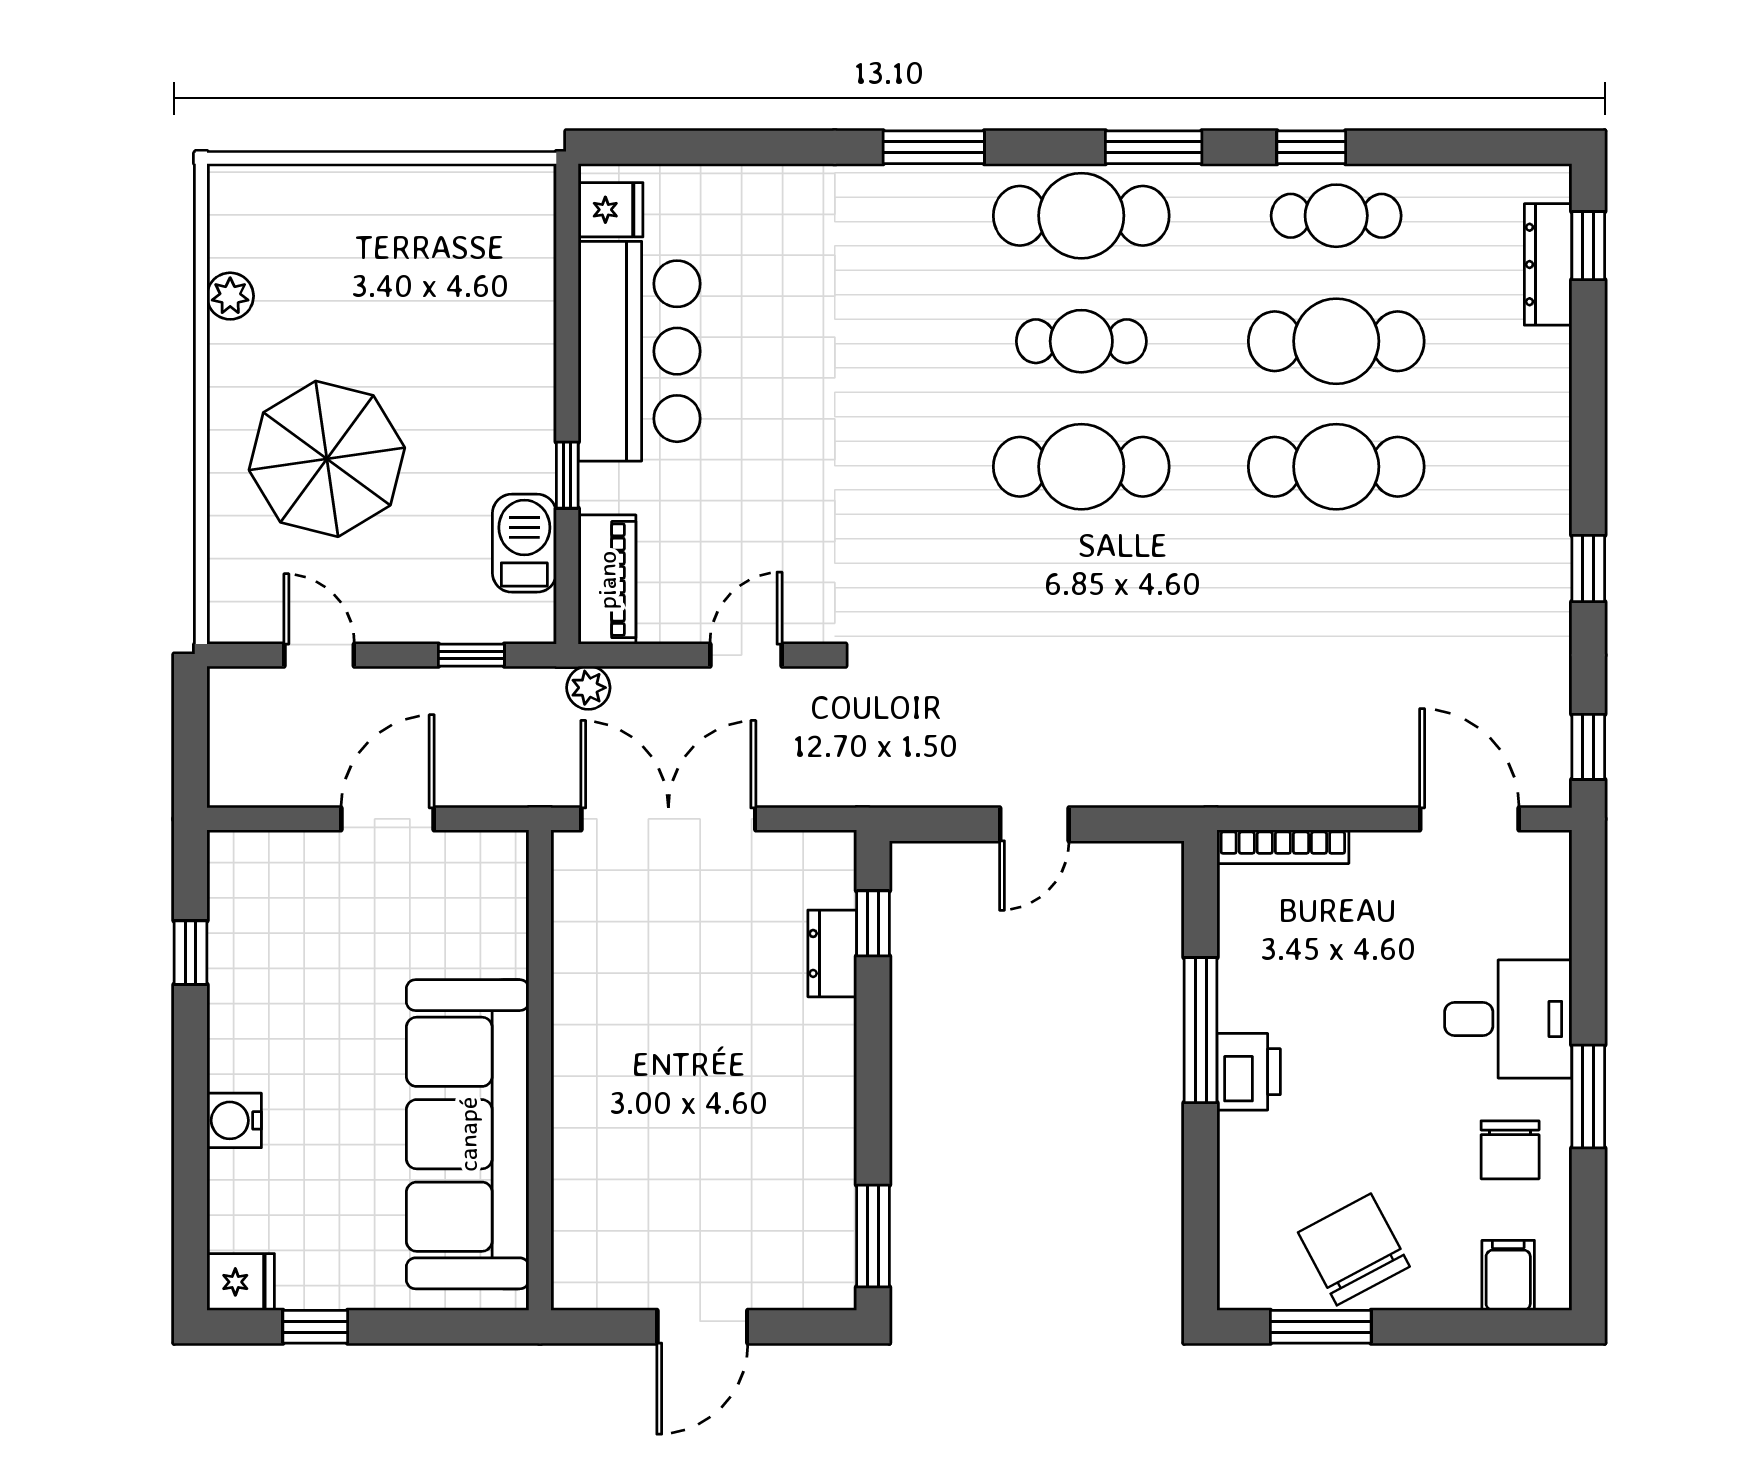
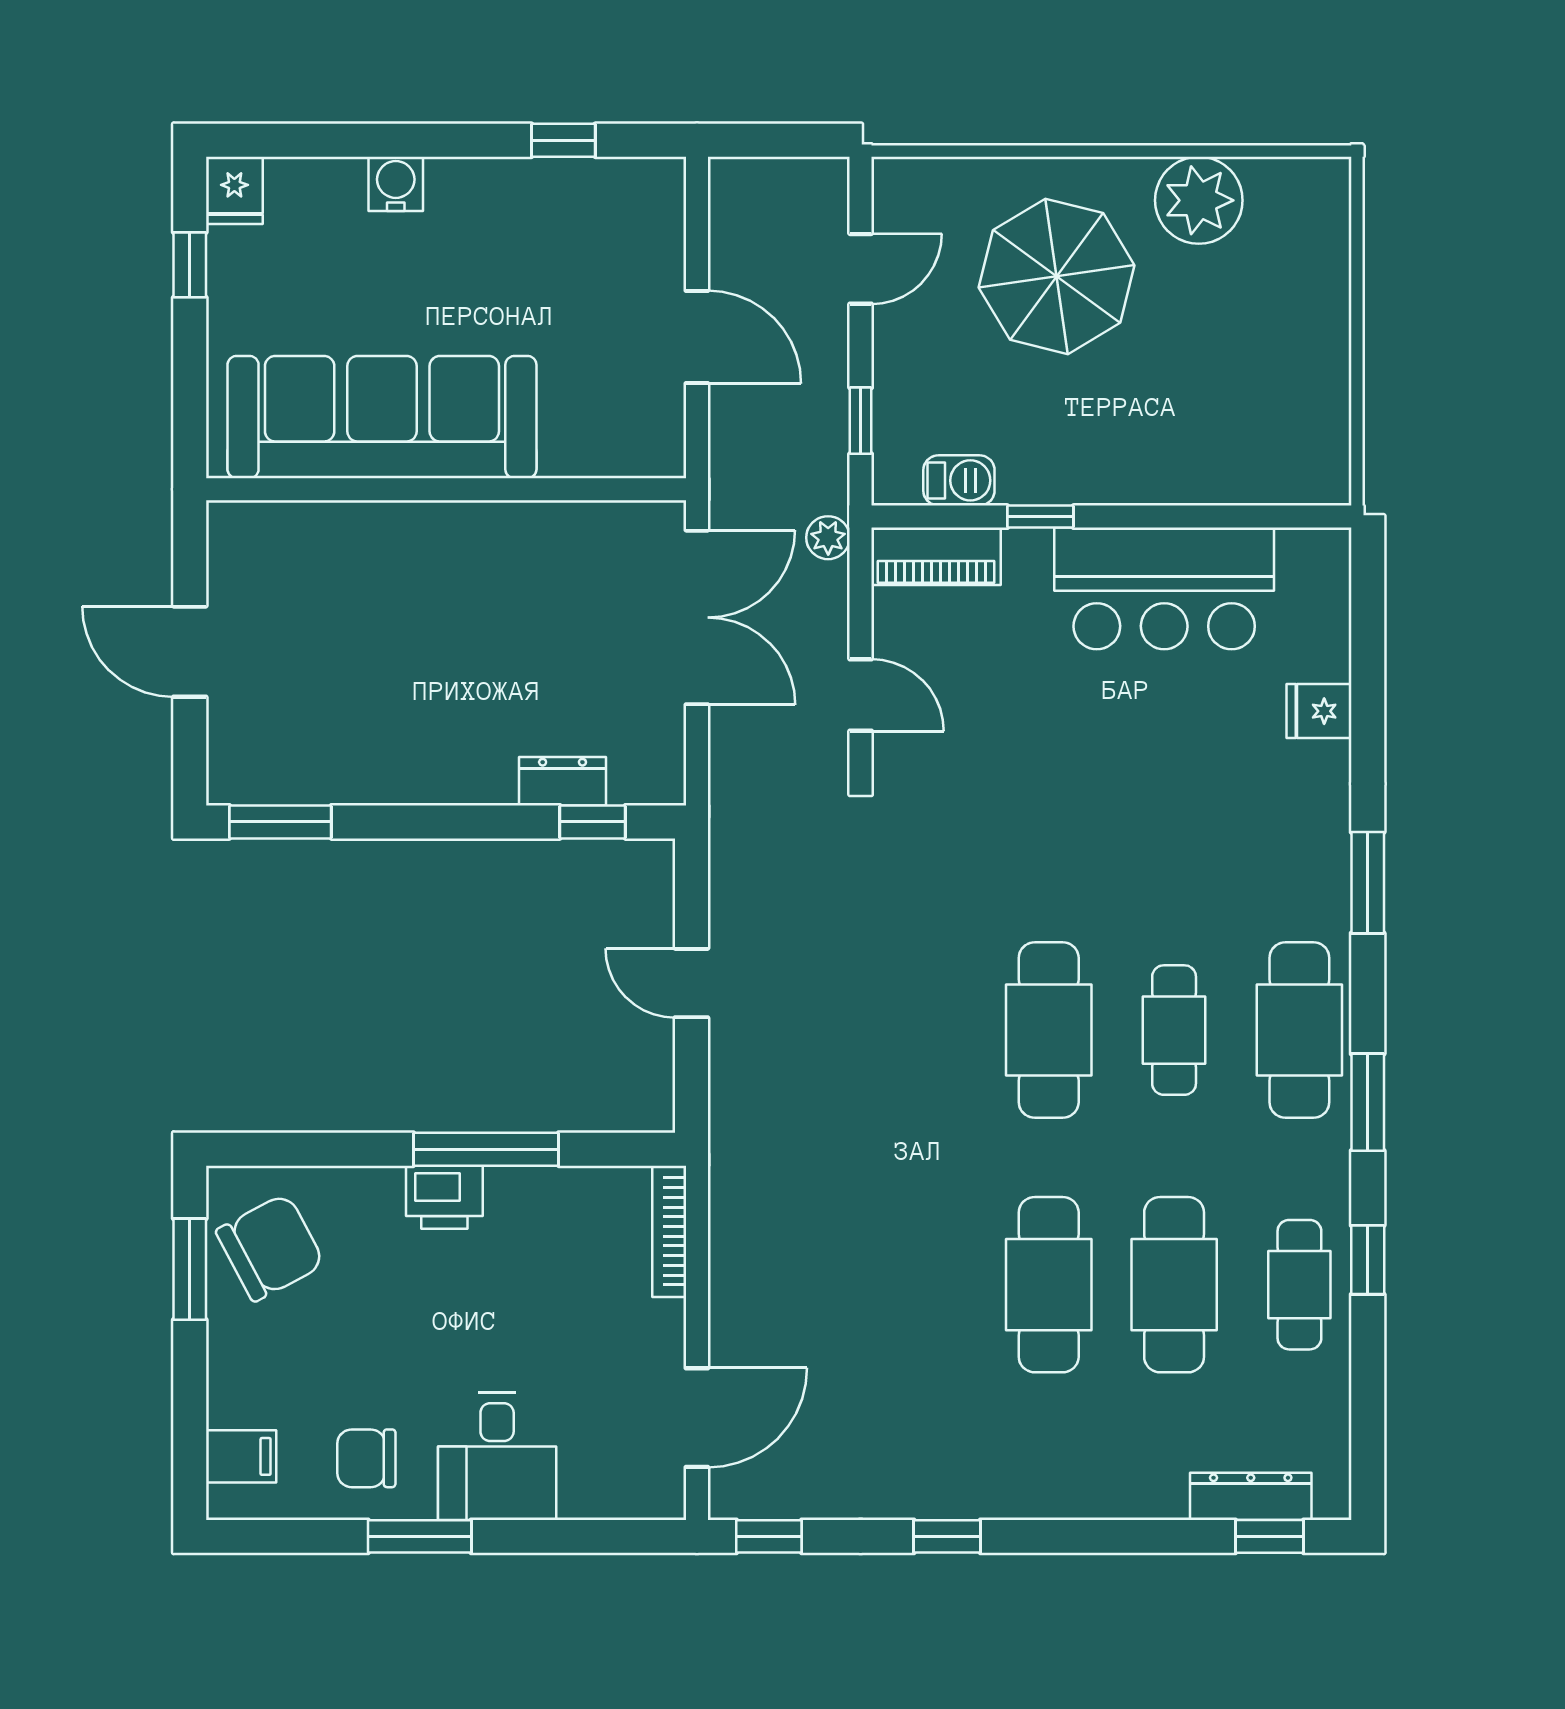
fridge: (611, 210) -> (1319, 711), moved, turned 90
plant: (230, 296) -> (1199, 200), width x1.87, depth x1.87
barbecue: (524, 543) -> (959, 480), width x0.73, depth x0.79
chair: (1354, 1249) -> (270, 1247), moved

